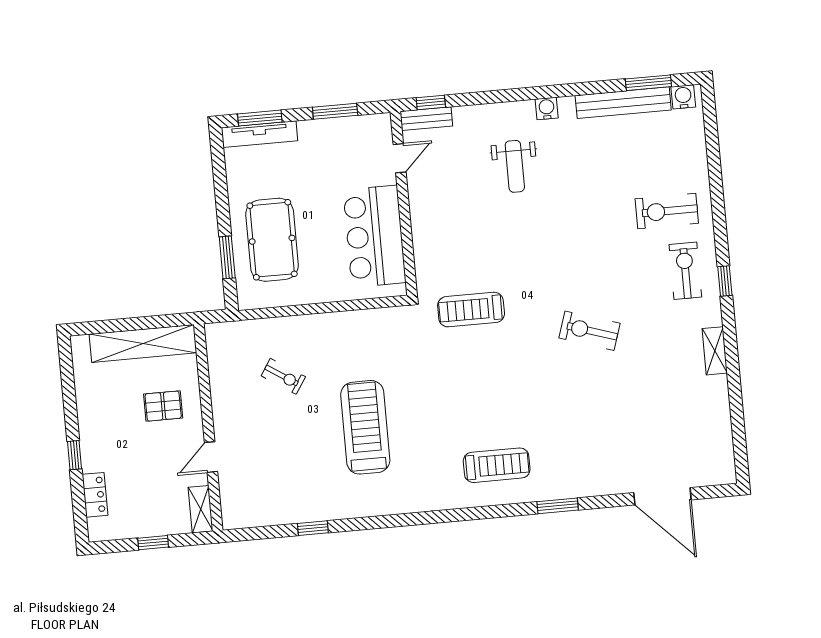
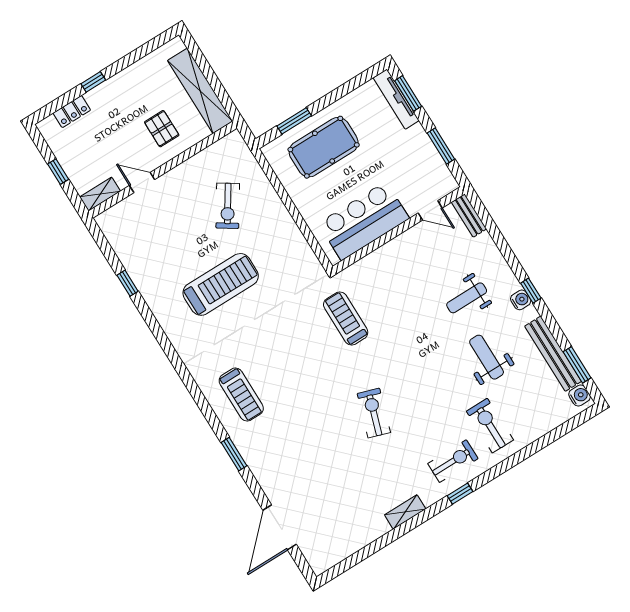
window: (431, 102) -> (531, 291), moved
weight bench: (590, 177) -> (487, 357), added
exercise bike: (283, 376) -> (228, 206), width x1.38, depth x1.39

